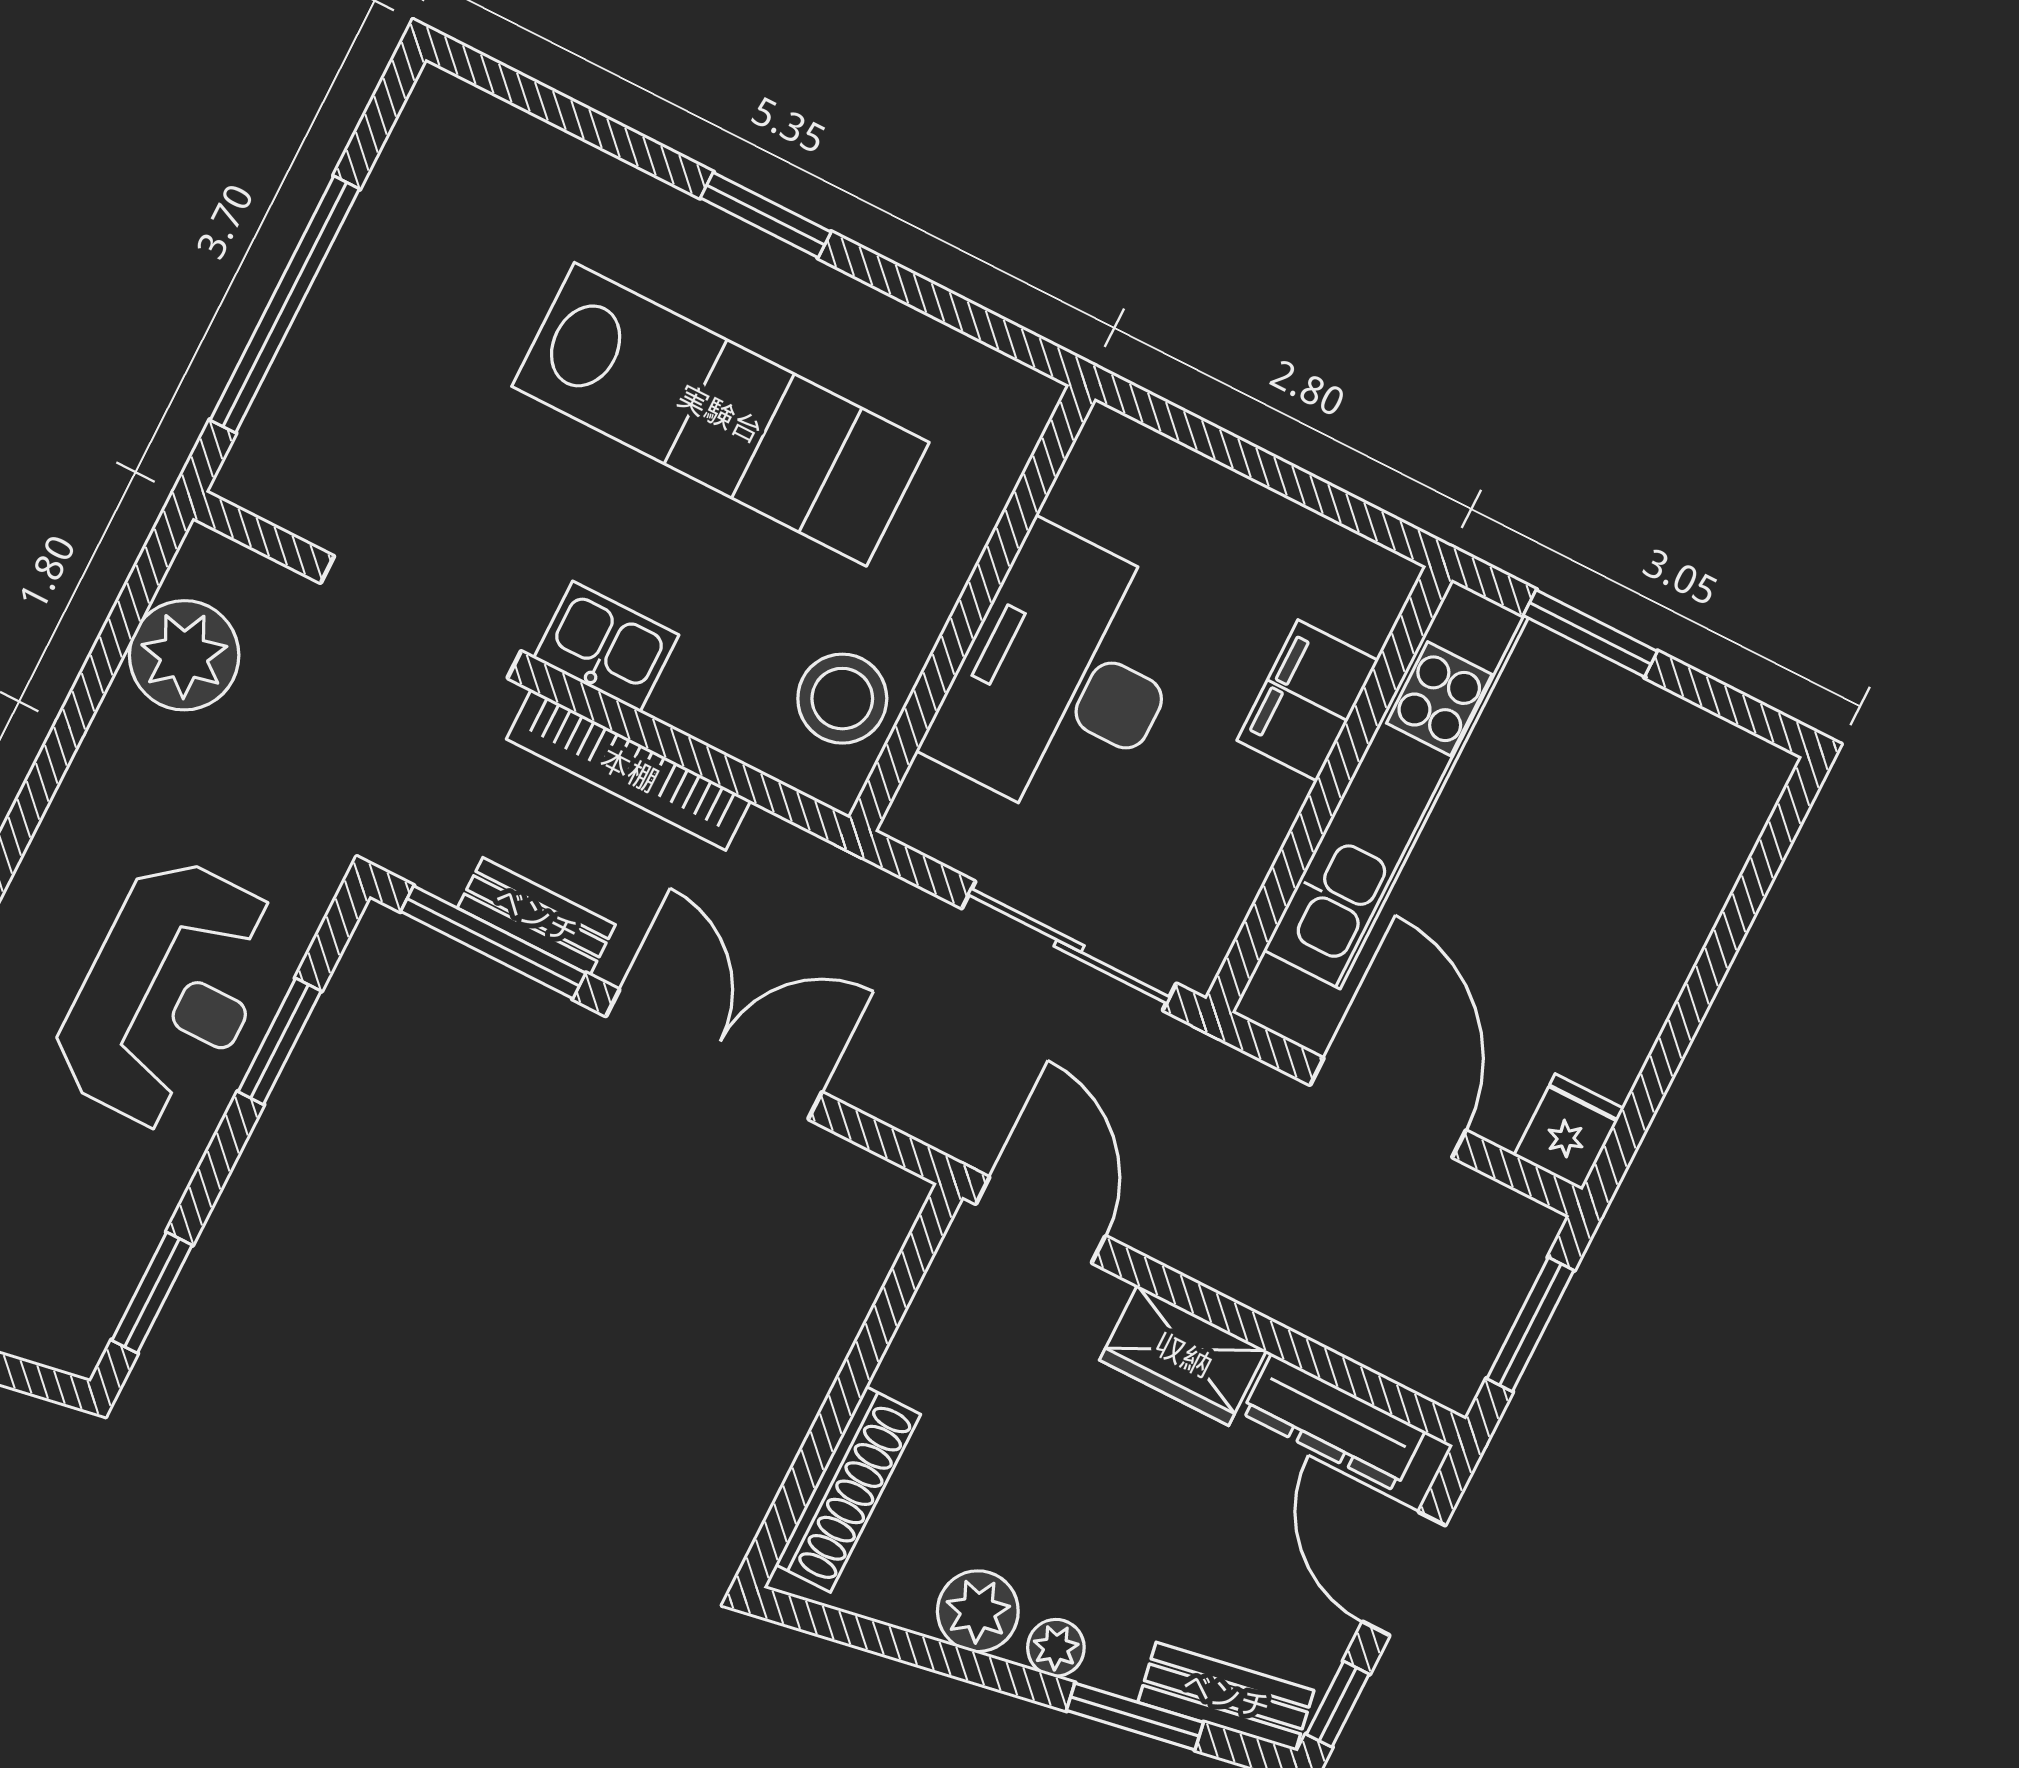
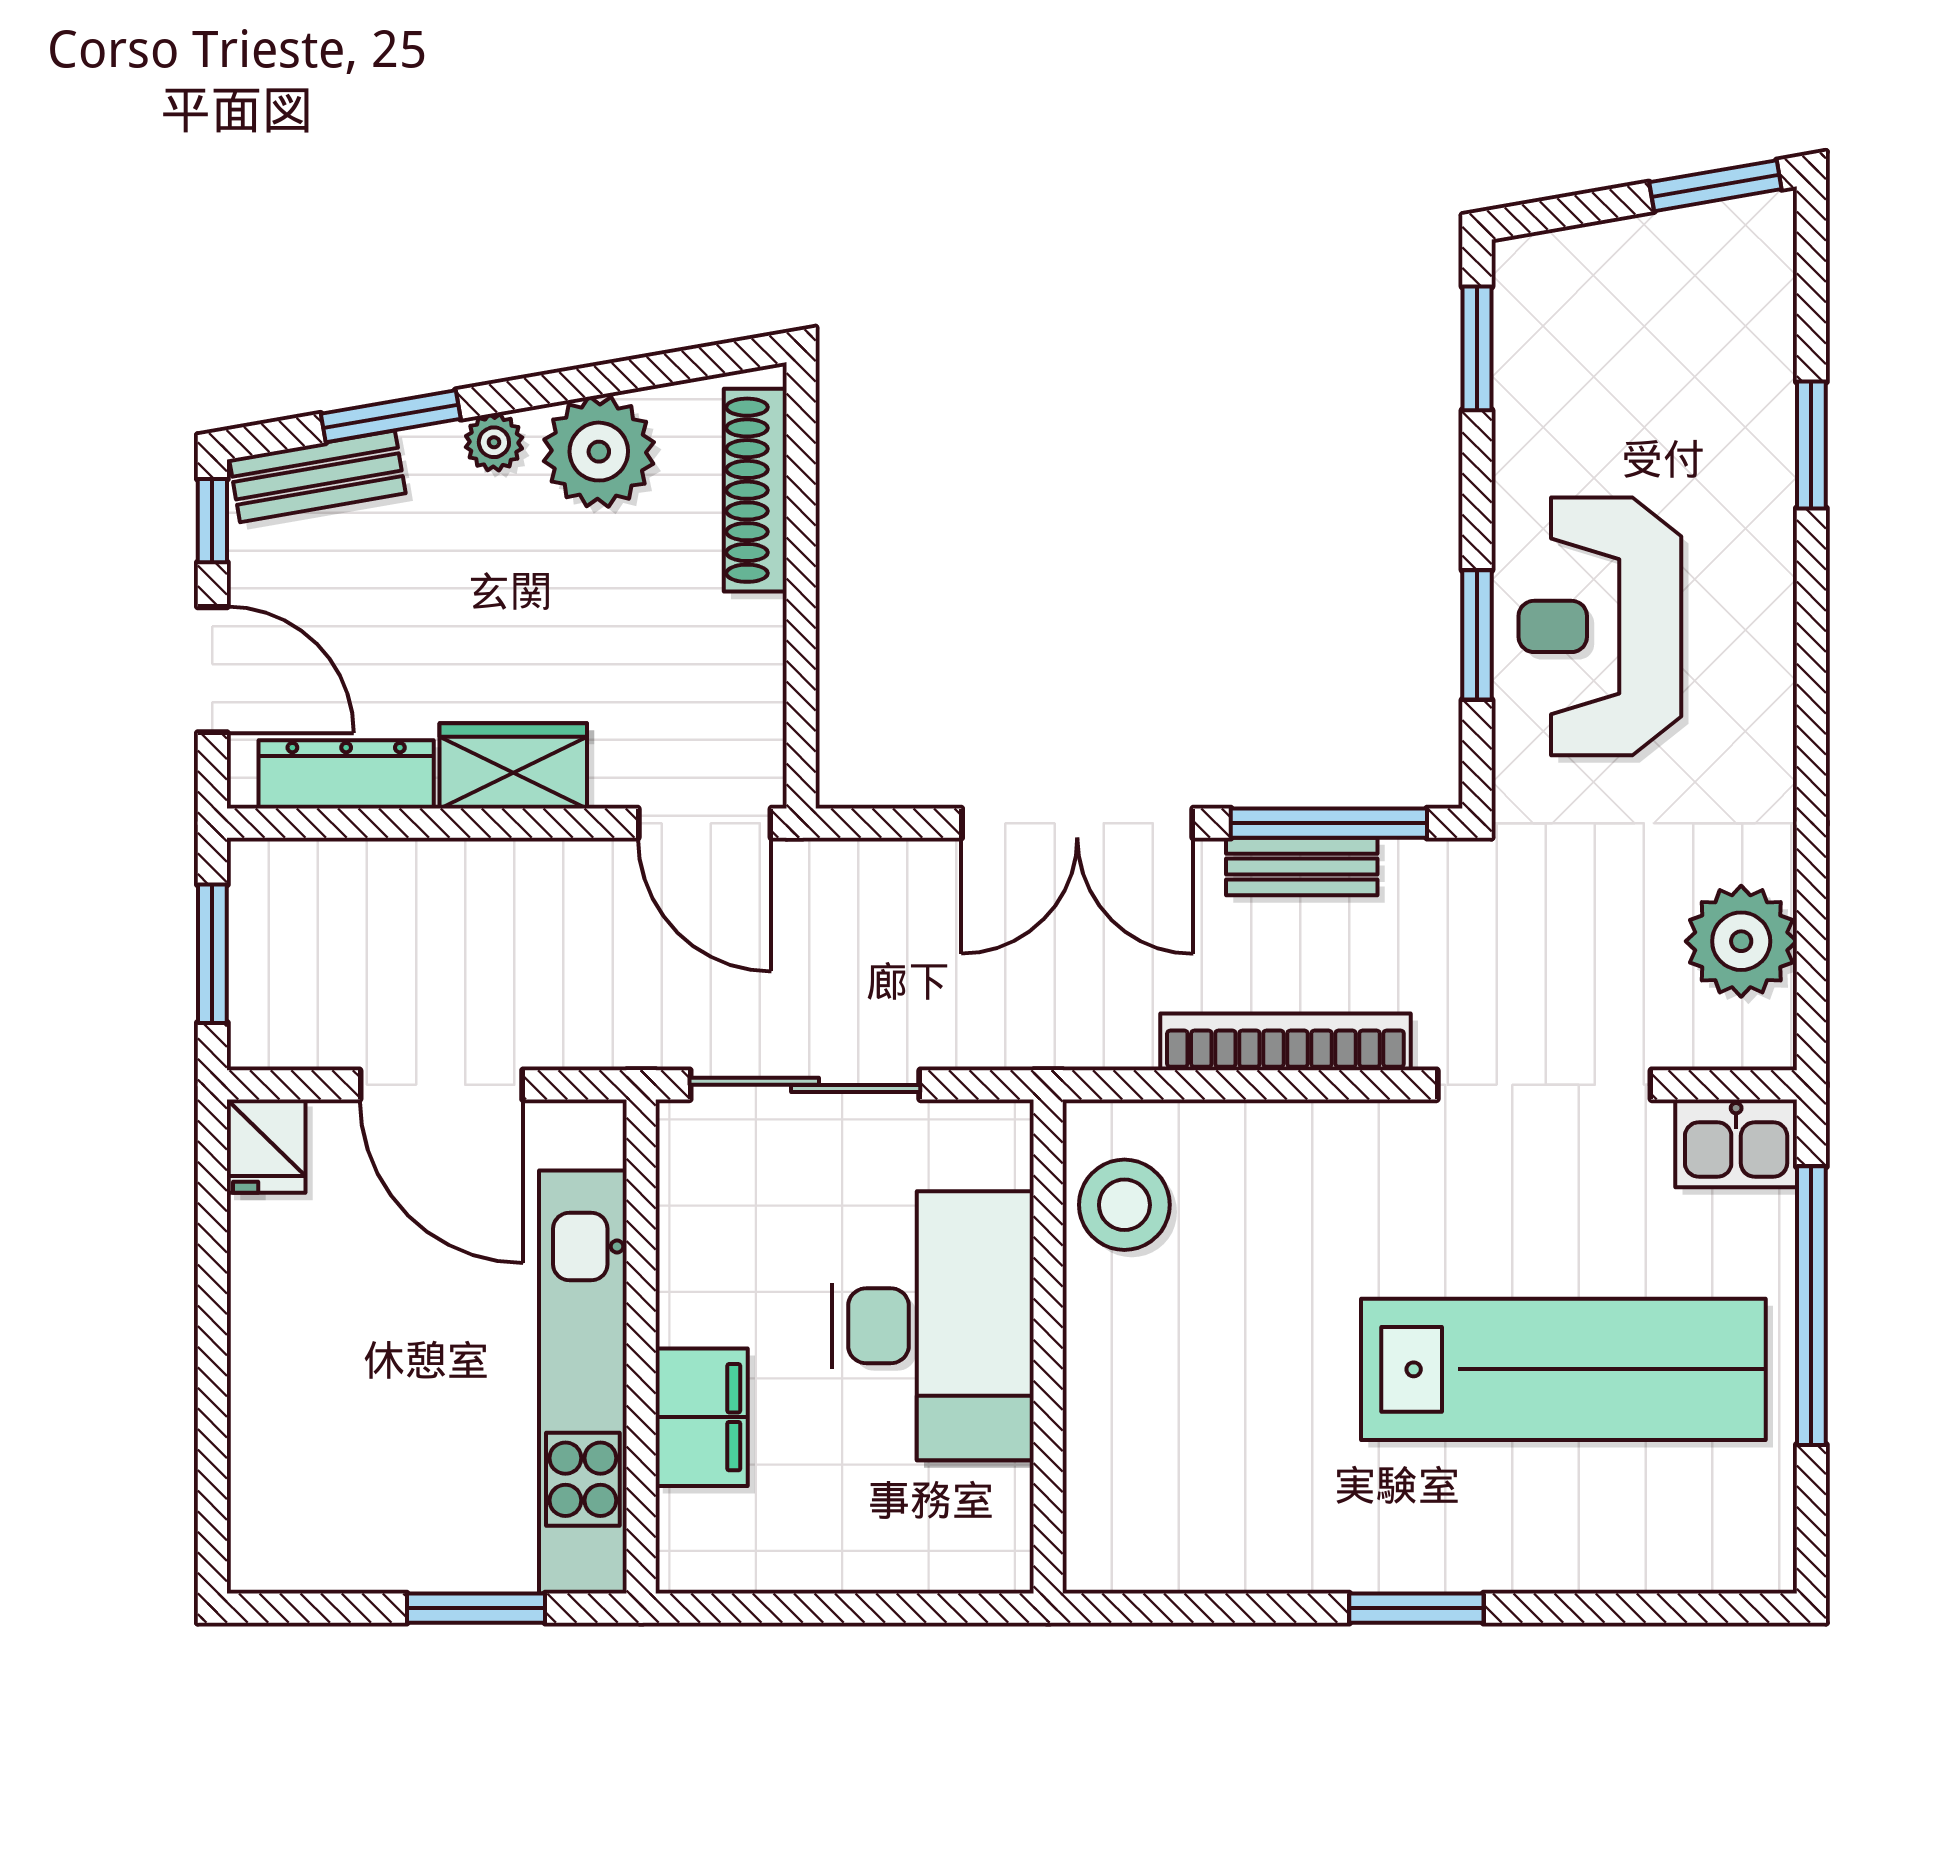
lab bench: (720, 414) -> (1563, 1369), moved, turned 180
kitchen sink: (606, 647) -> (1736, 1143), moved
plant: (978, 1611) -> (599, 452), width x1.36, depth x1.36

